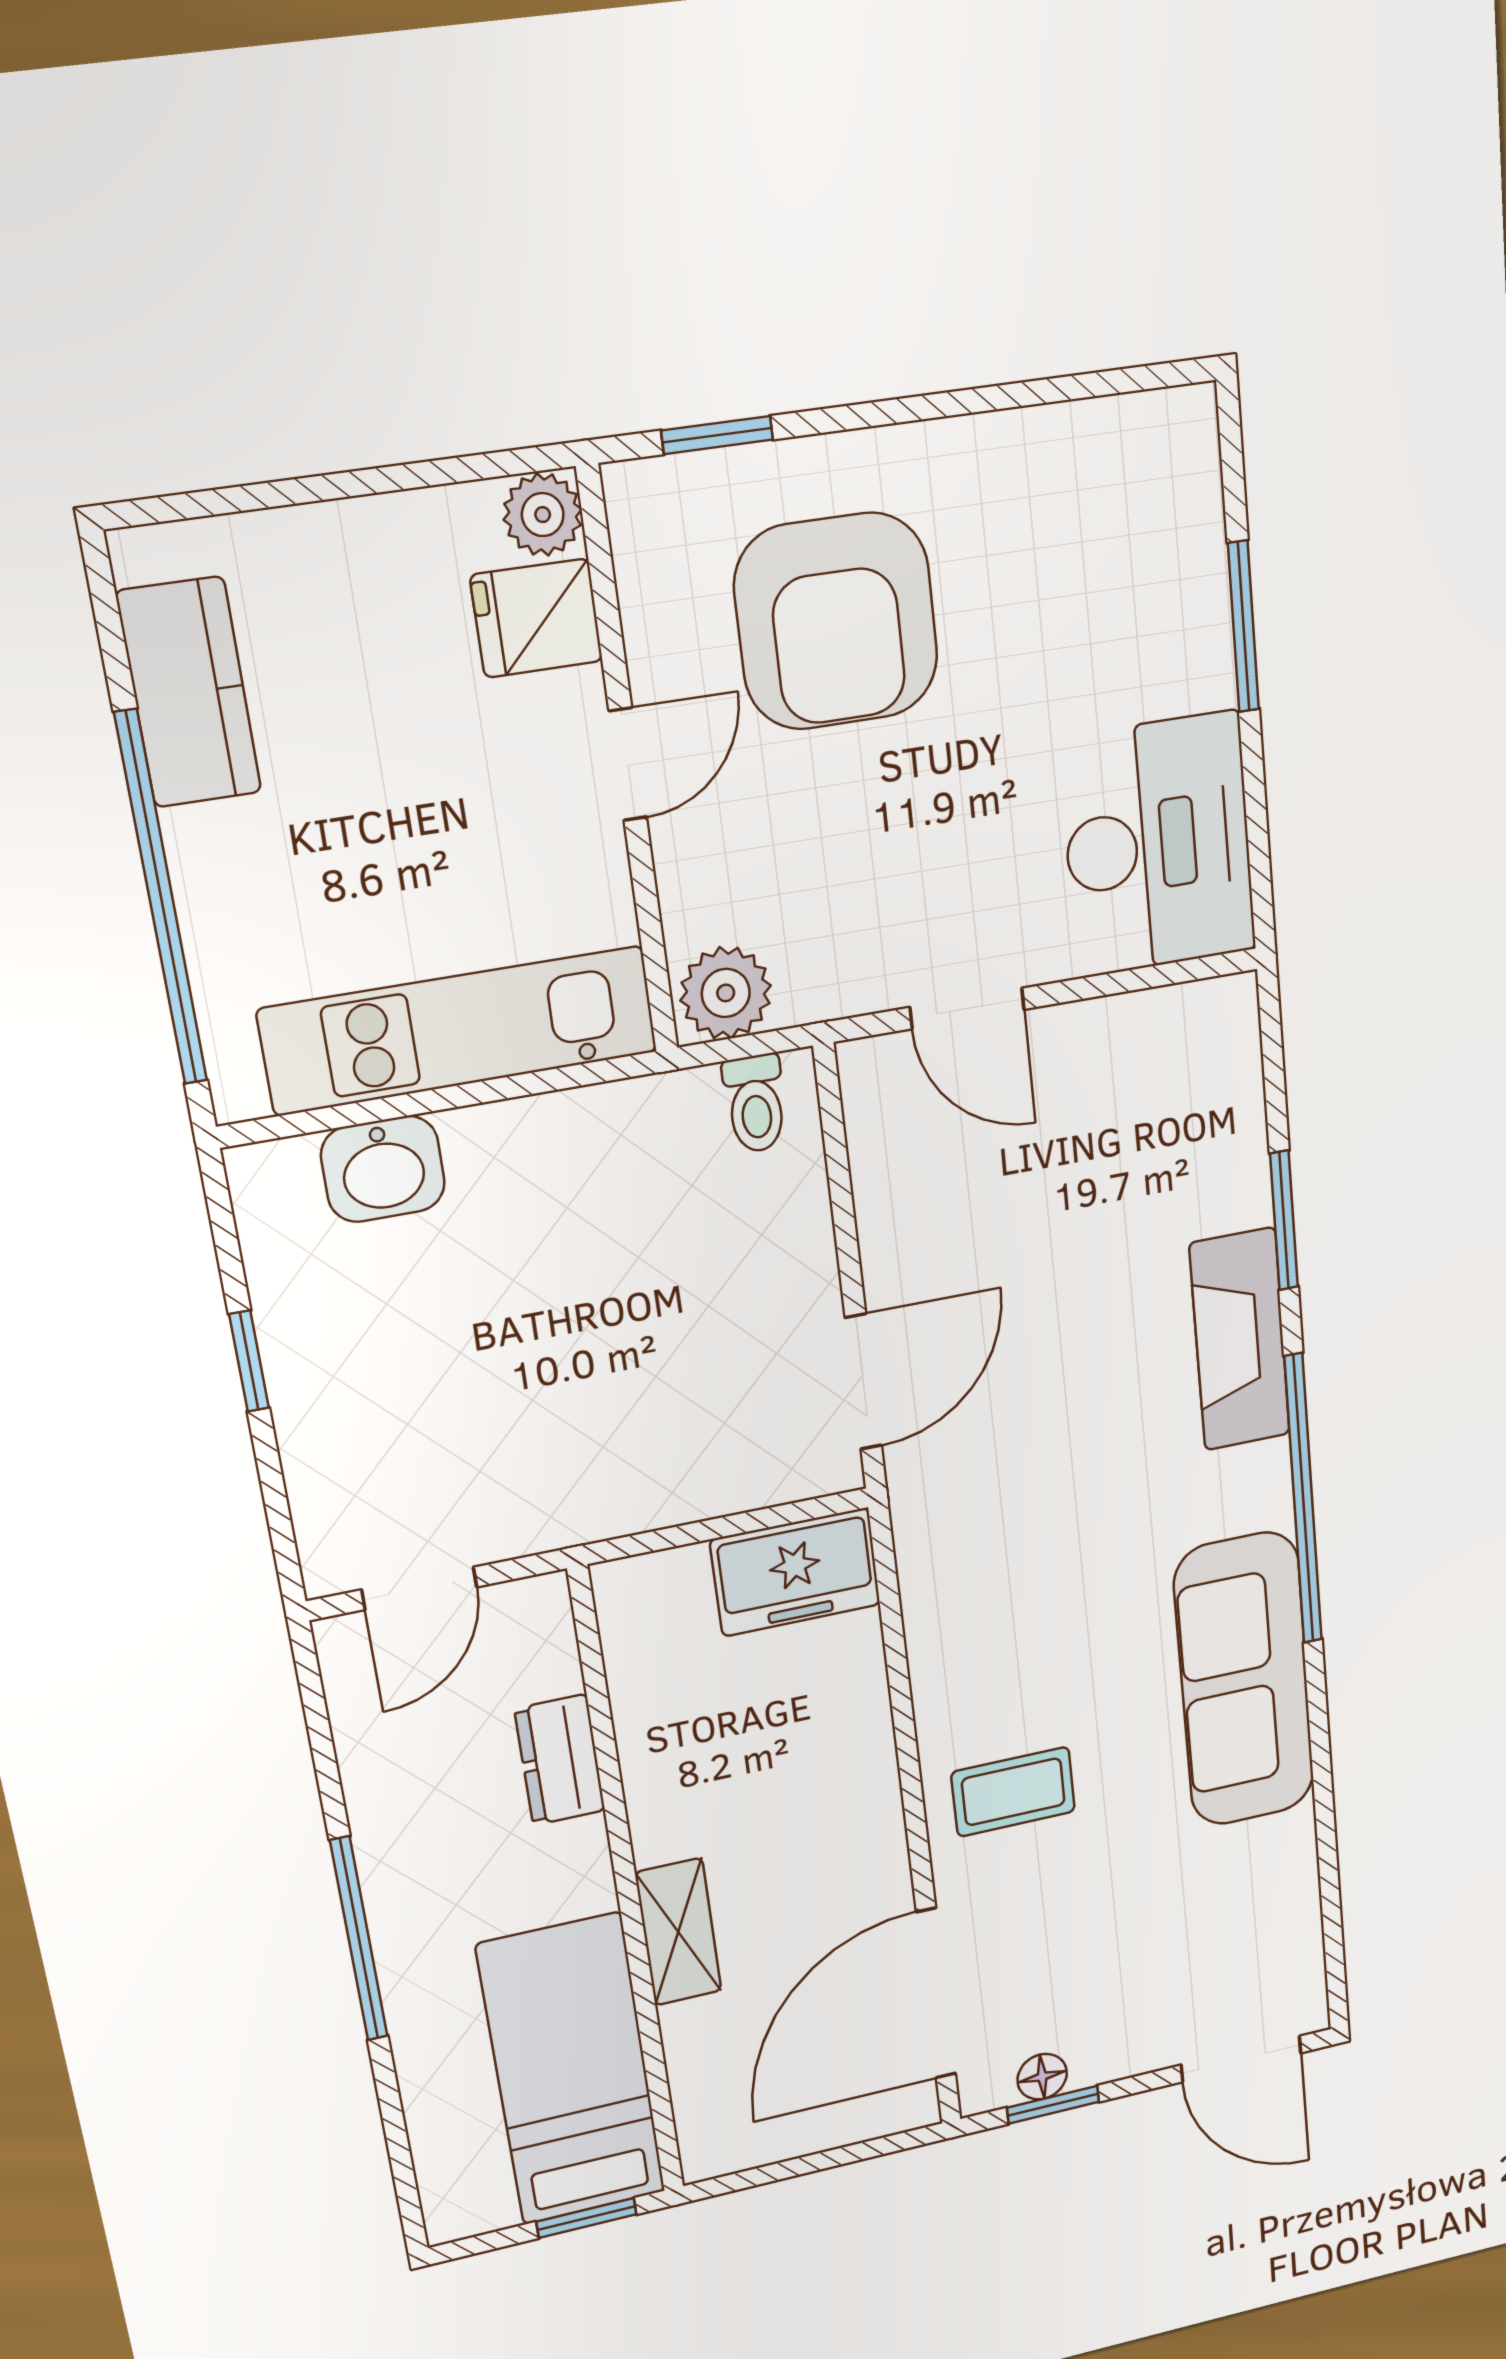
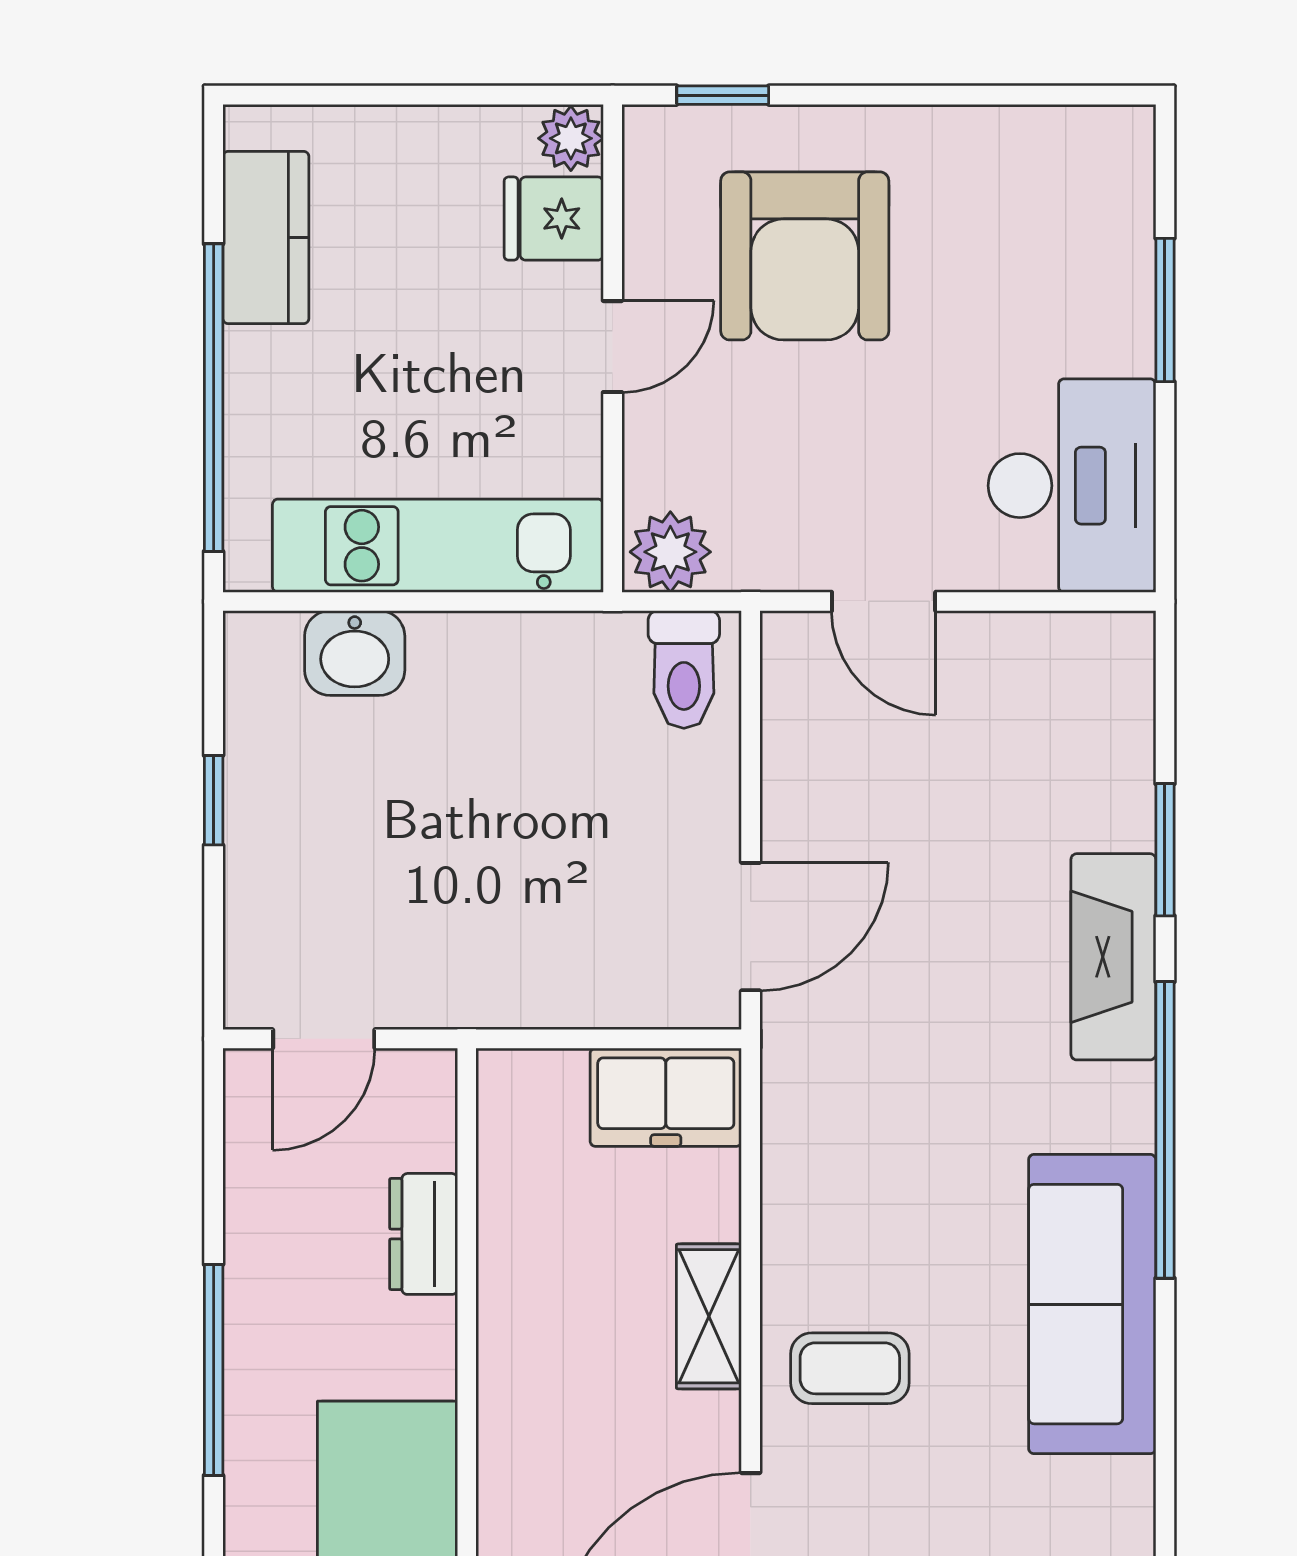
toilet: (755, 1104) -> (684, 670), width x1.37, depth x1.39
shelving: (678, 1932) -> (709, 1316), moved

